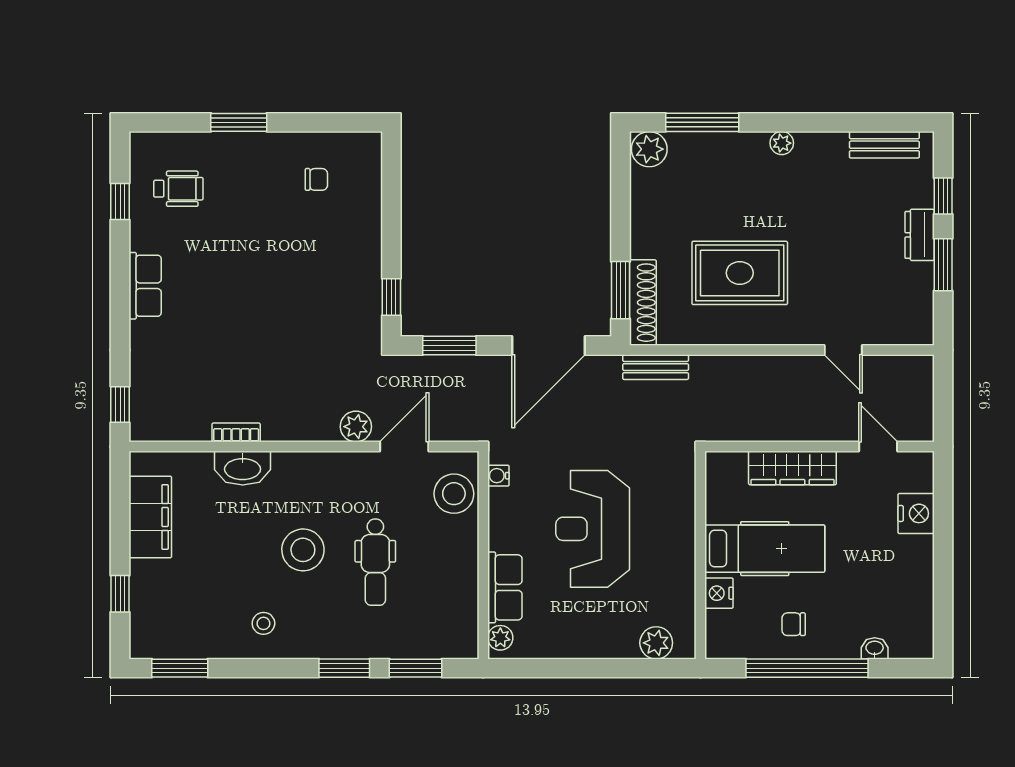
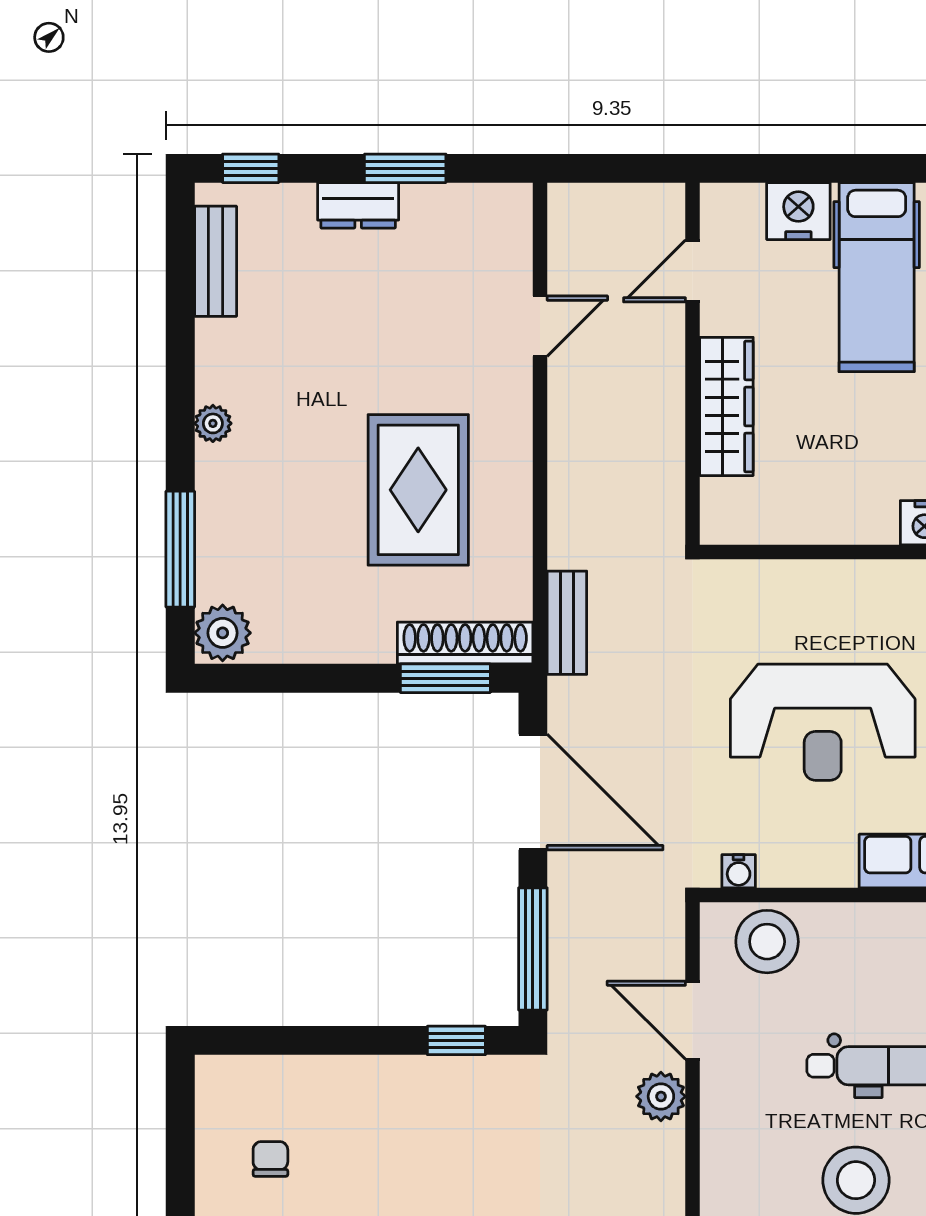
window: (943, 196) -> (251, 168), moved
window: (449, 345) -> (533, 949), width x1.44
hospital bed: (765, 549) -> (877, 277), moved, turned 180

